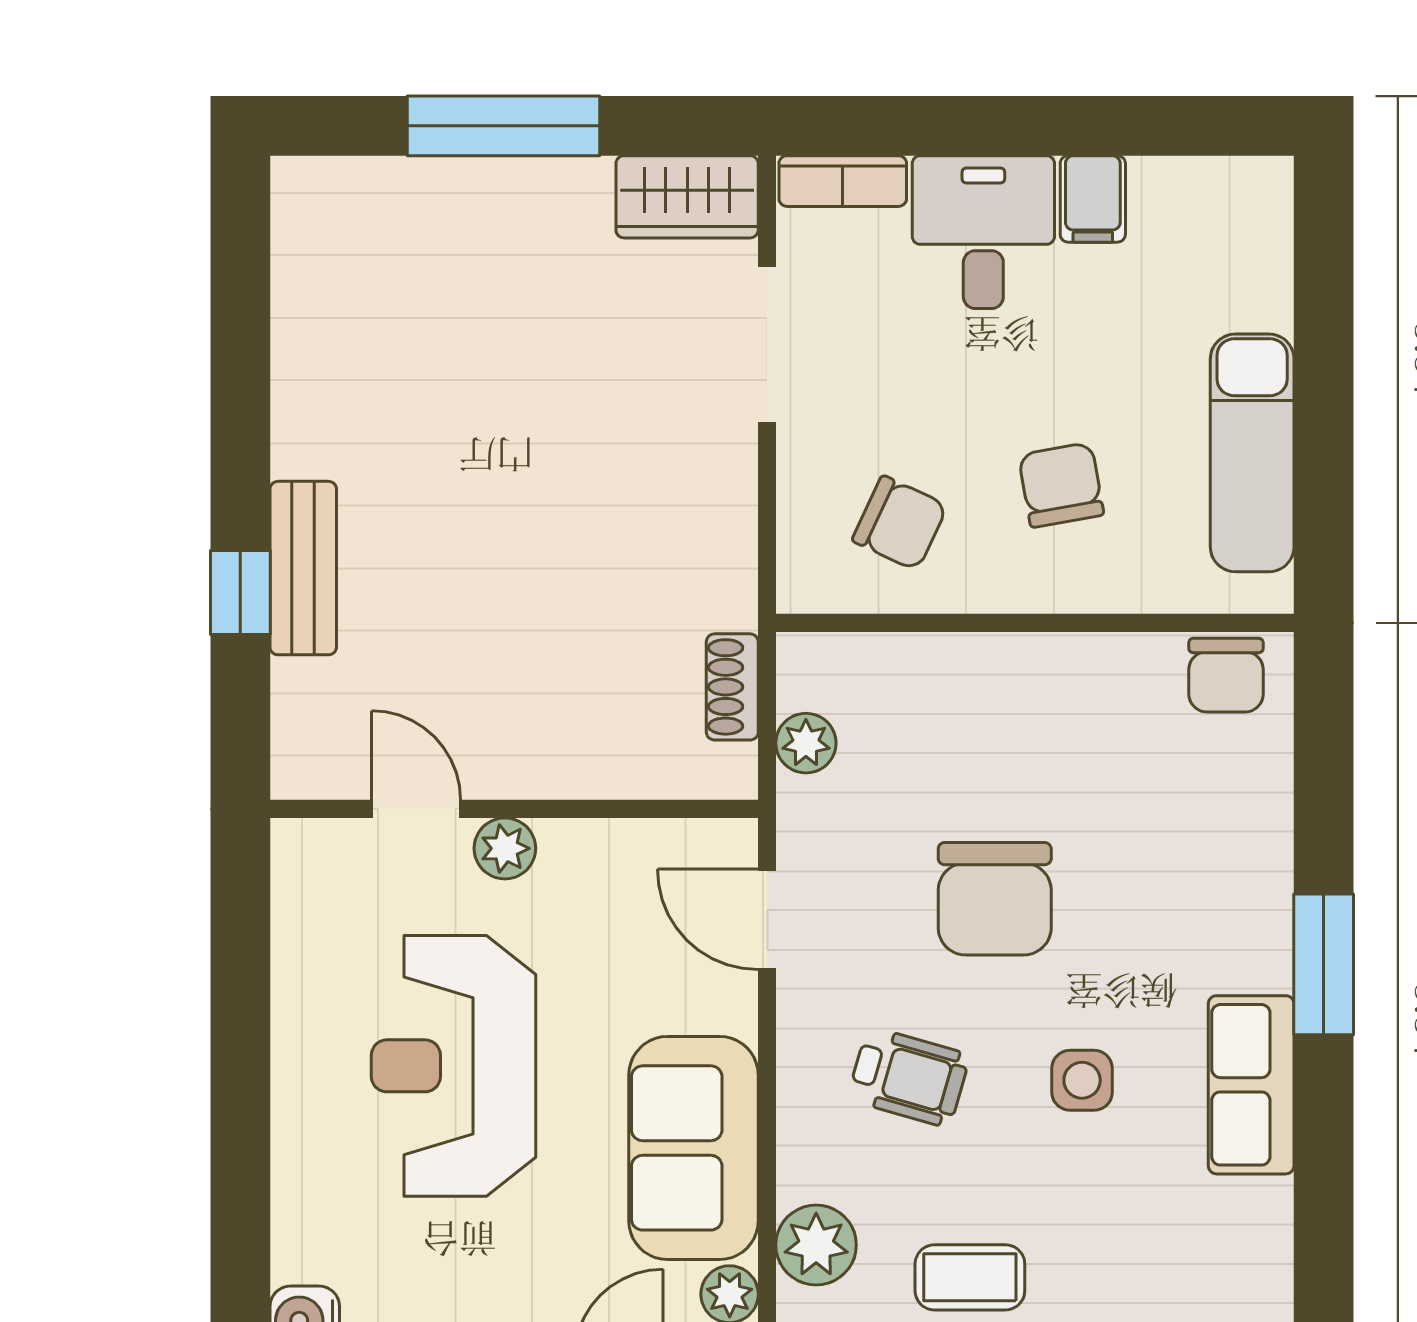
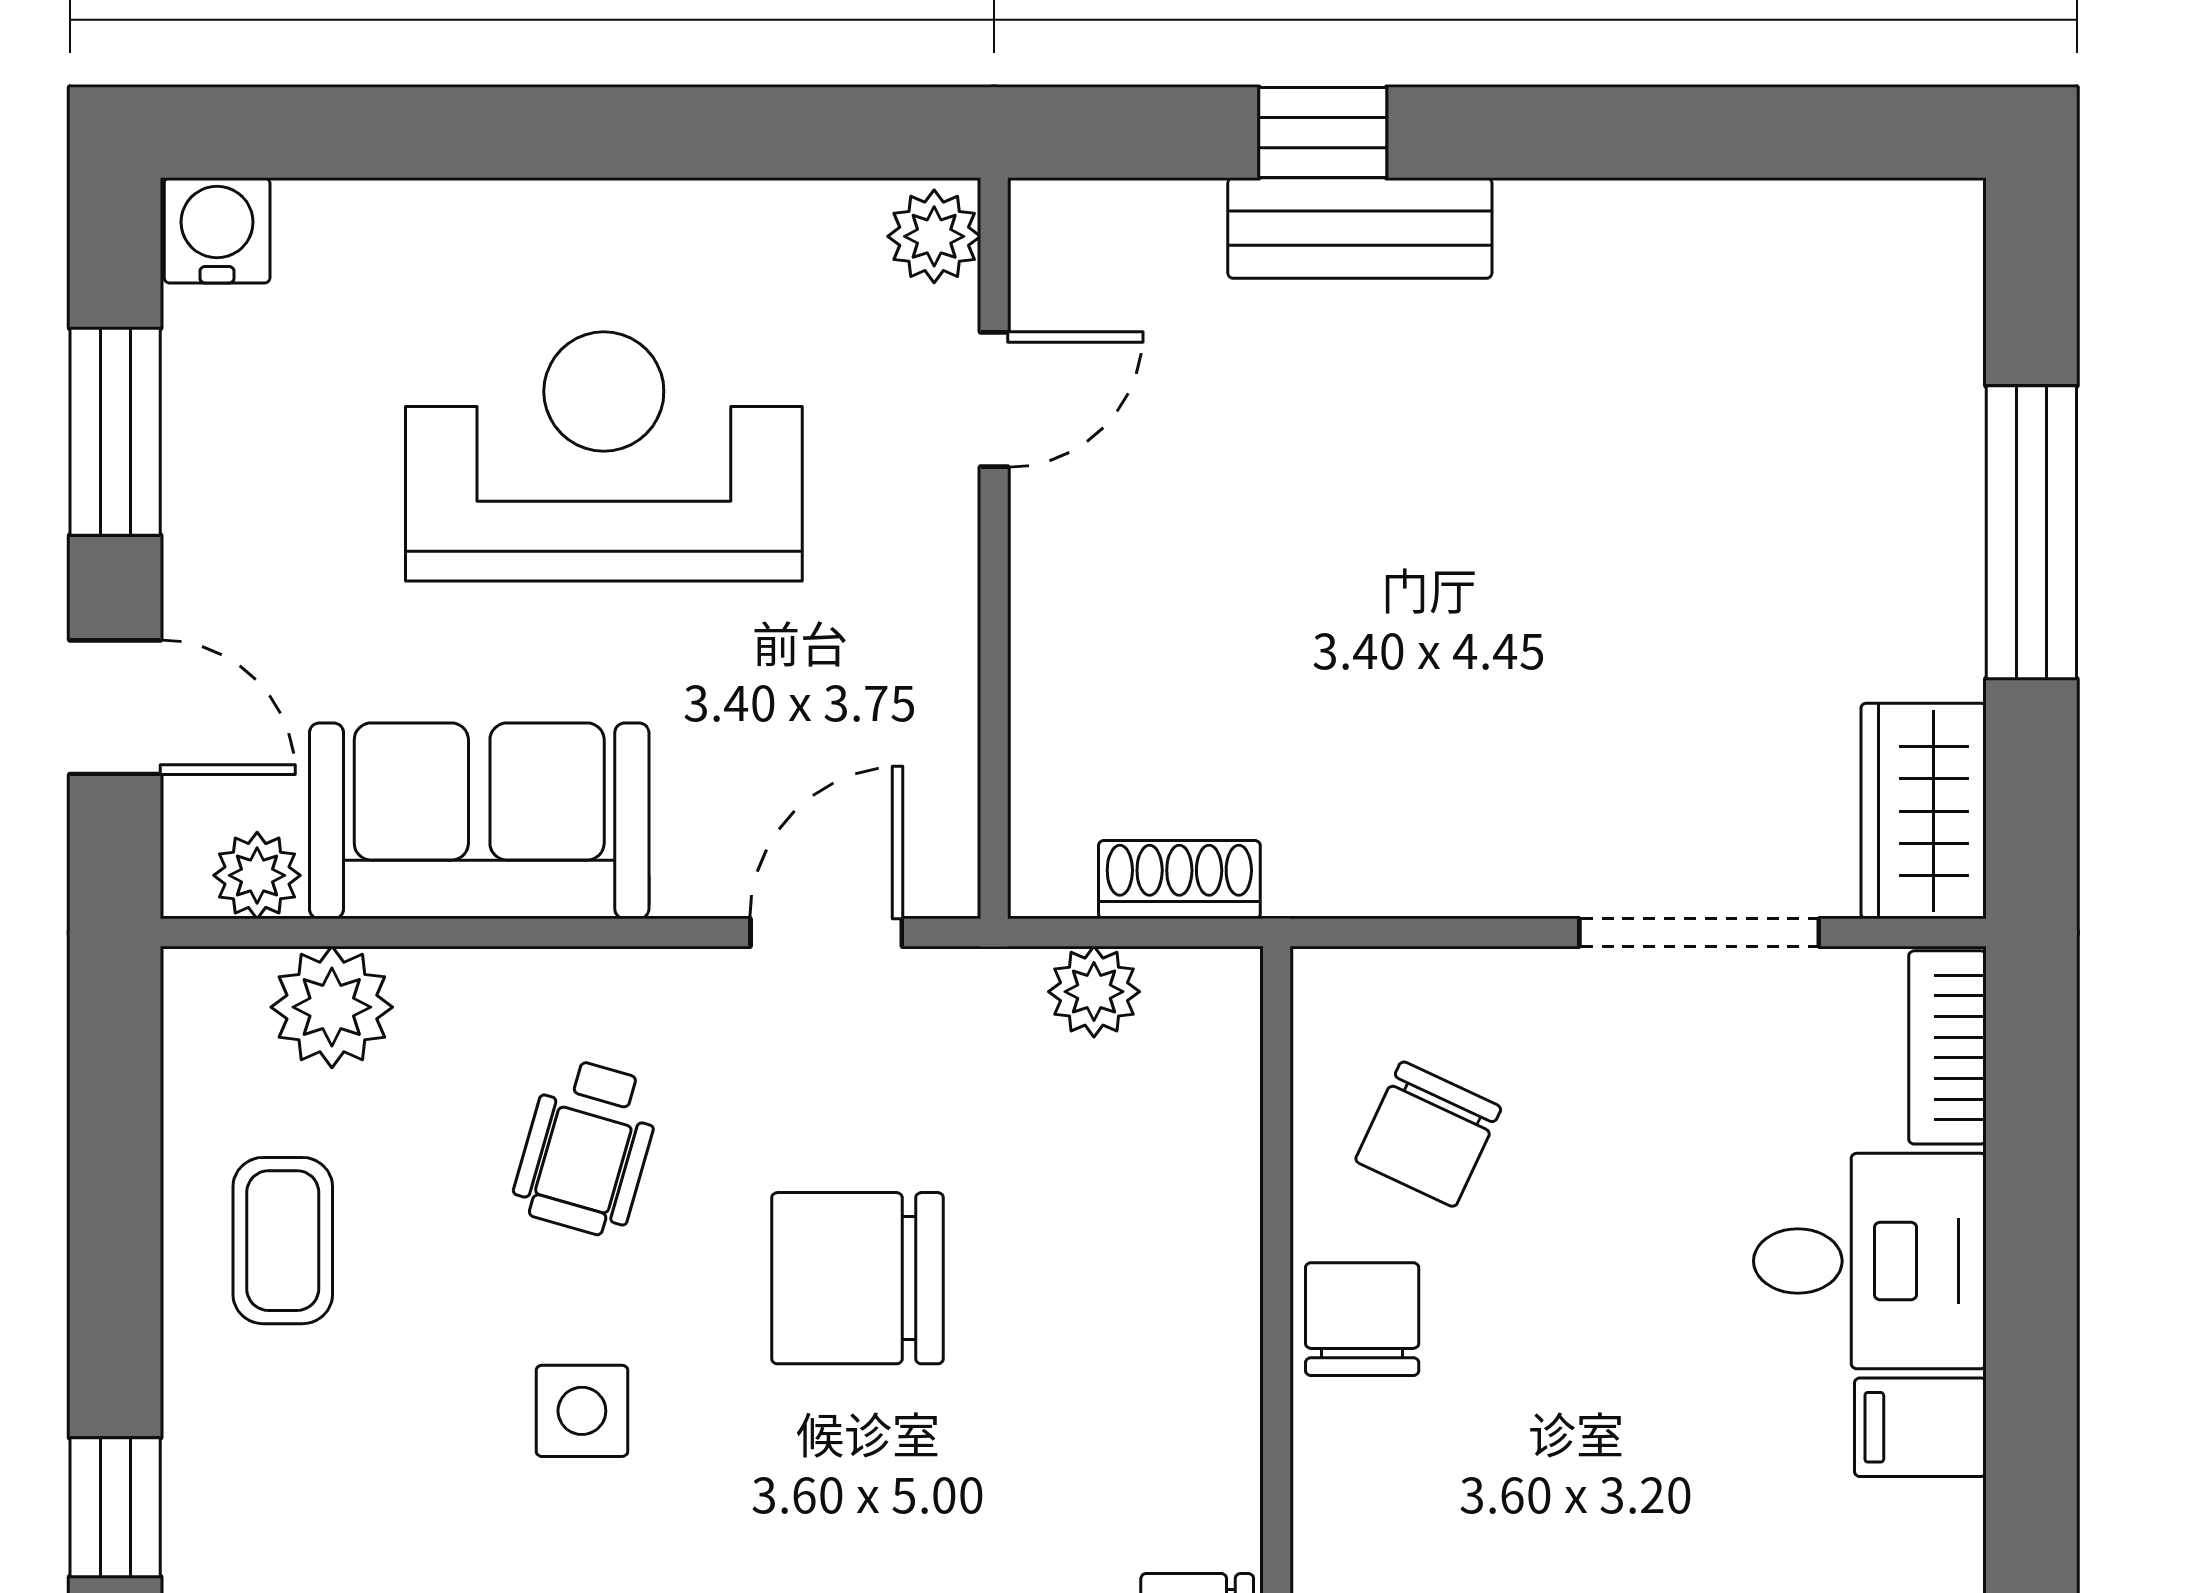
chair: (1061, 485) -> (1362, 1319), moved, turned -80
plant: (505, 848) -> (934, 236), moved

